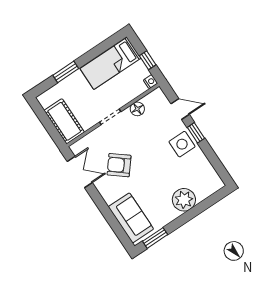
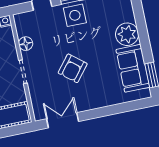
armchair: (119, 165) -> (73, 68), moved
sofa: (131, 218) -> (133, 68), moved, turned -90

